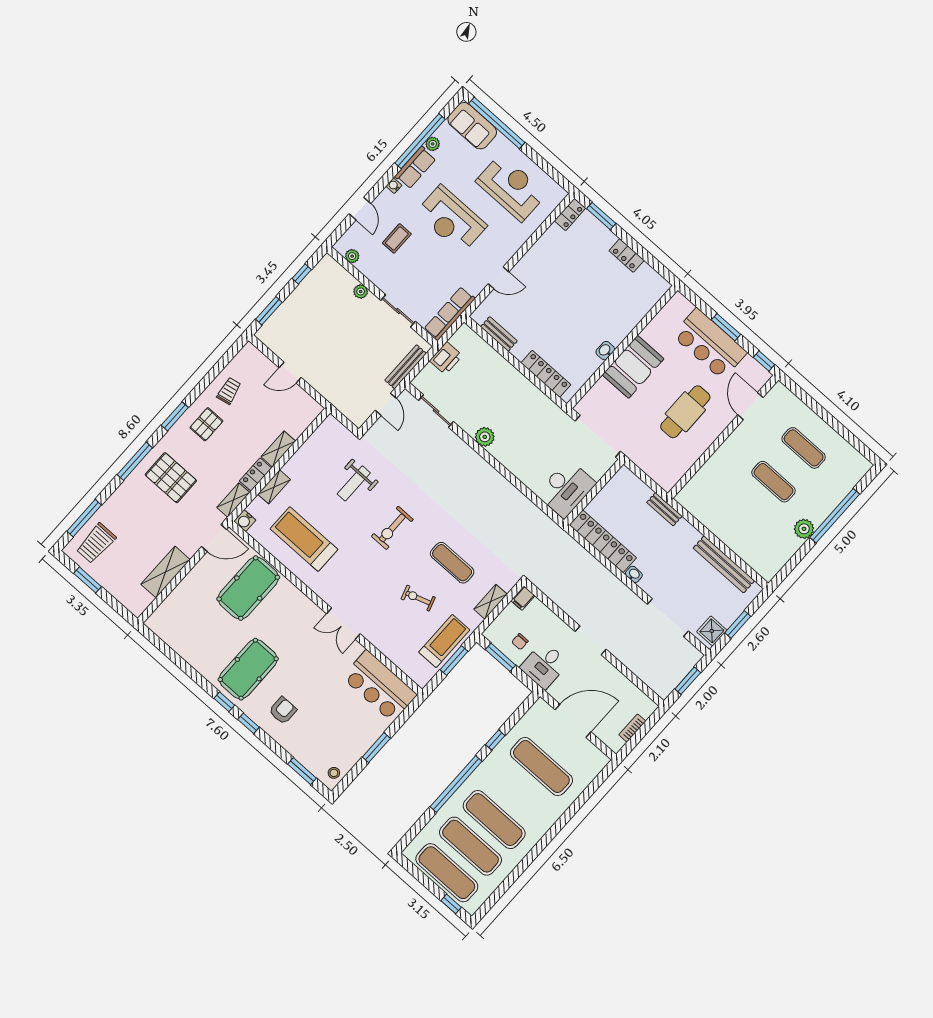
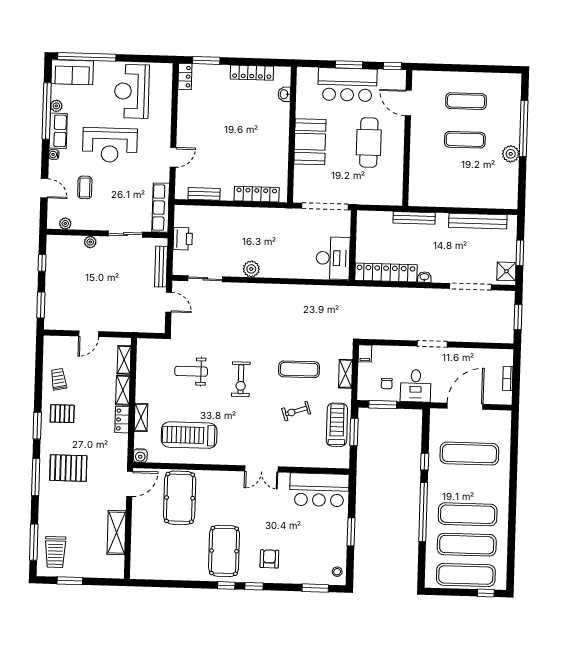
reception desk: (511, 188) -> (132, 91), turned -90
locker: (627, 255) -> (252, 73), width x1.53
washbasin: (605, 351) -> (284, 94), moved
pallet: (206, 424) -> (62, 414), turned 90
weight bench: (354, 483) -> (191, 371), turned 90
shelving: (233, 500) -> (124, 360), moved
bench: (664, 509) -> (414, 218), width x1.36

